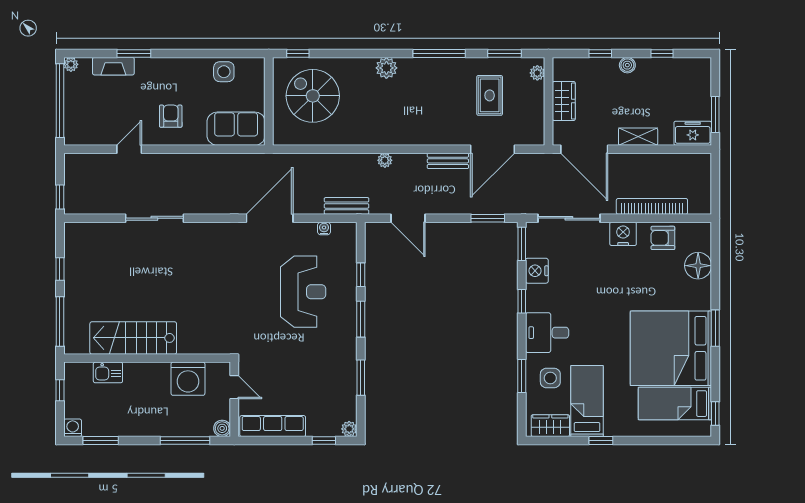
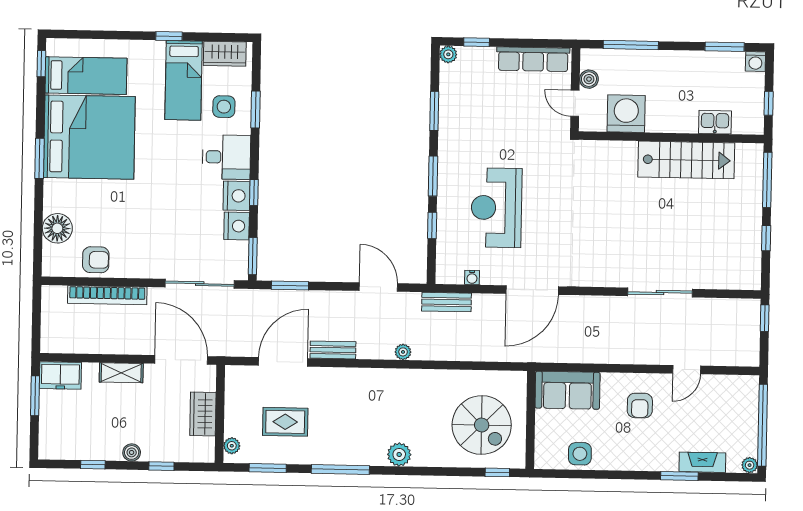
rug: (490, 95) -> (285, 422), turned 90
nightstand: (623, 234) -> (236, 196), moved, turned -90
boiler: (222, 428) -> (589, 79), moved

